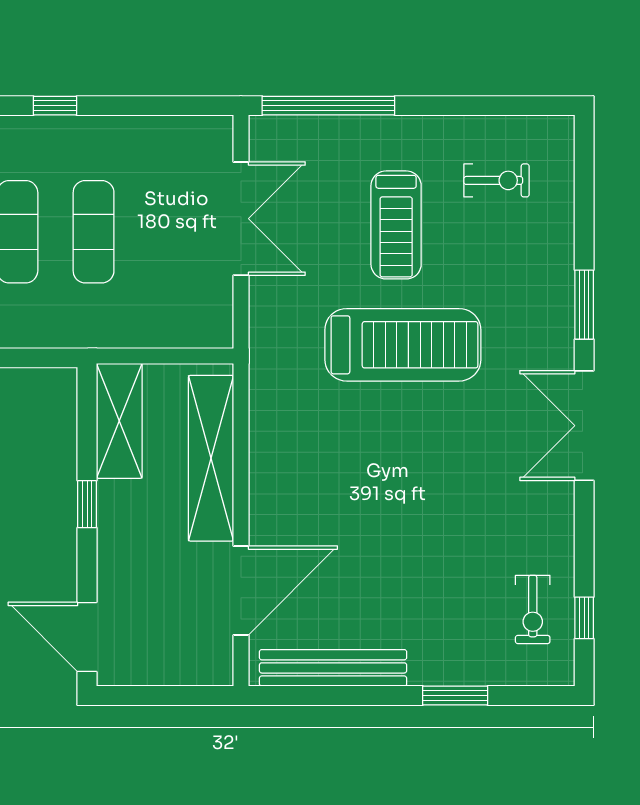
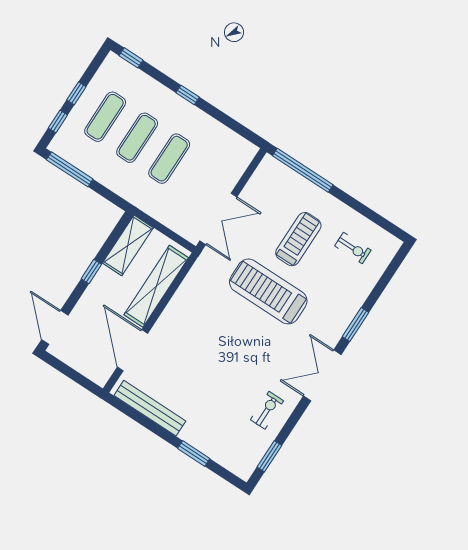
double door: (241, 219) -> (218, 219), moved
treadmill: (396, 225) -> (298, 239), turned 180
treadmill: (403, 345) -> (268, 291), turned 180
door: (241, 590) -> (132, 350), swing flipped
exercise bike: (533, 609) -> (267, 410), moved, turned 180
window: (584, 618) -> (269, 456), width x1.50

